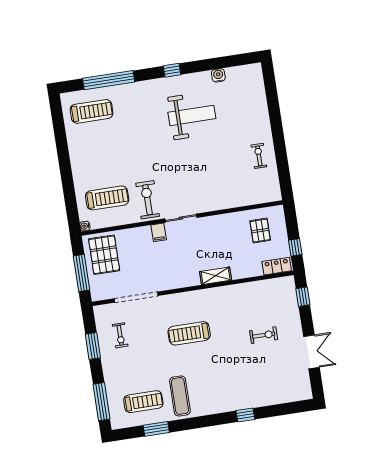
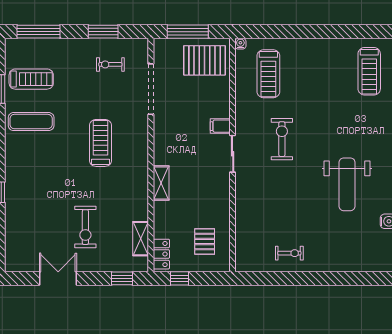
exercise bike: (148, 200) -> (282, 139), moved, turned -90
pallet: (260, 231) -> (205, 241), turned 90
shelving: (266, 286) -> (141, 239), added
exercise bike: (264, 335) -> (85, 227), width x1.38, depth x1.39
double door: (311, 352) -> (58, 278), swing flipped
treadmill: (143, 402) -> (31, 79), turned -90

